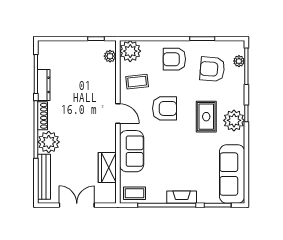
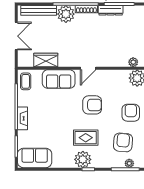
coffee table: (137, 82) -> (113, 83), removed
armchair: (165, 108) -> (92, 105), turned -90
sofa: (232, 174) -> (35, 158), width x0.73

